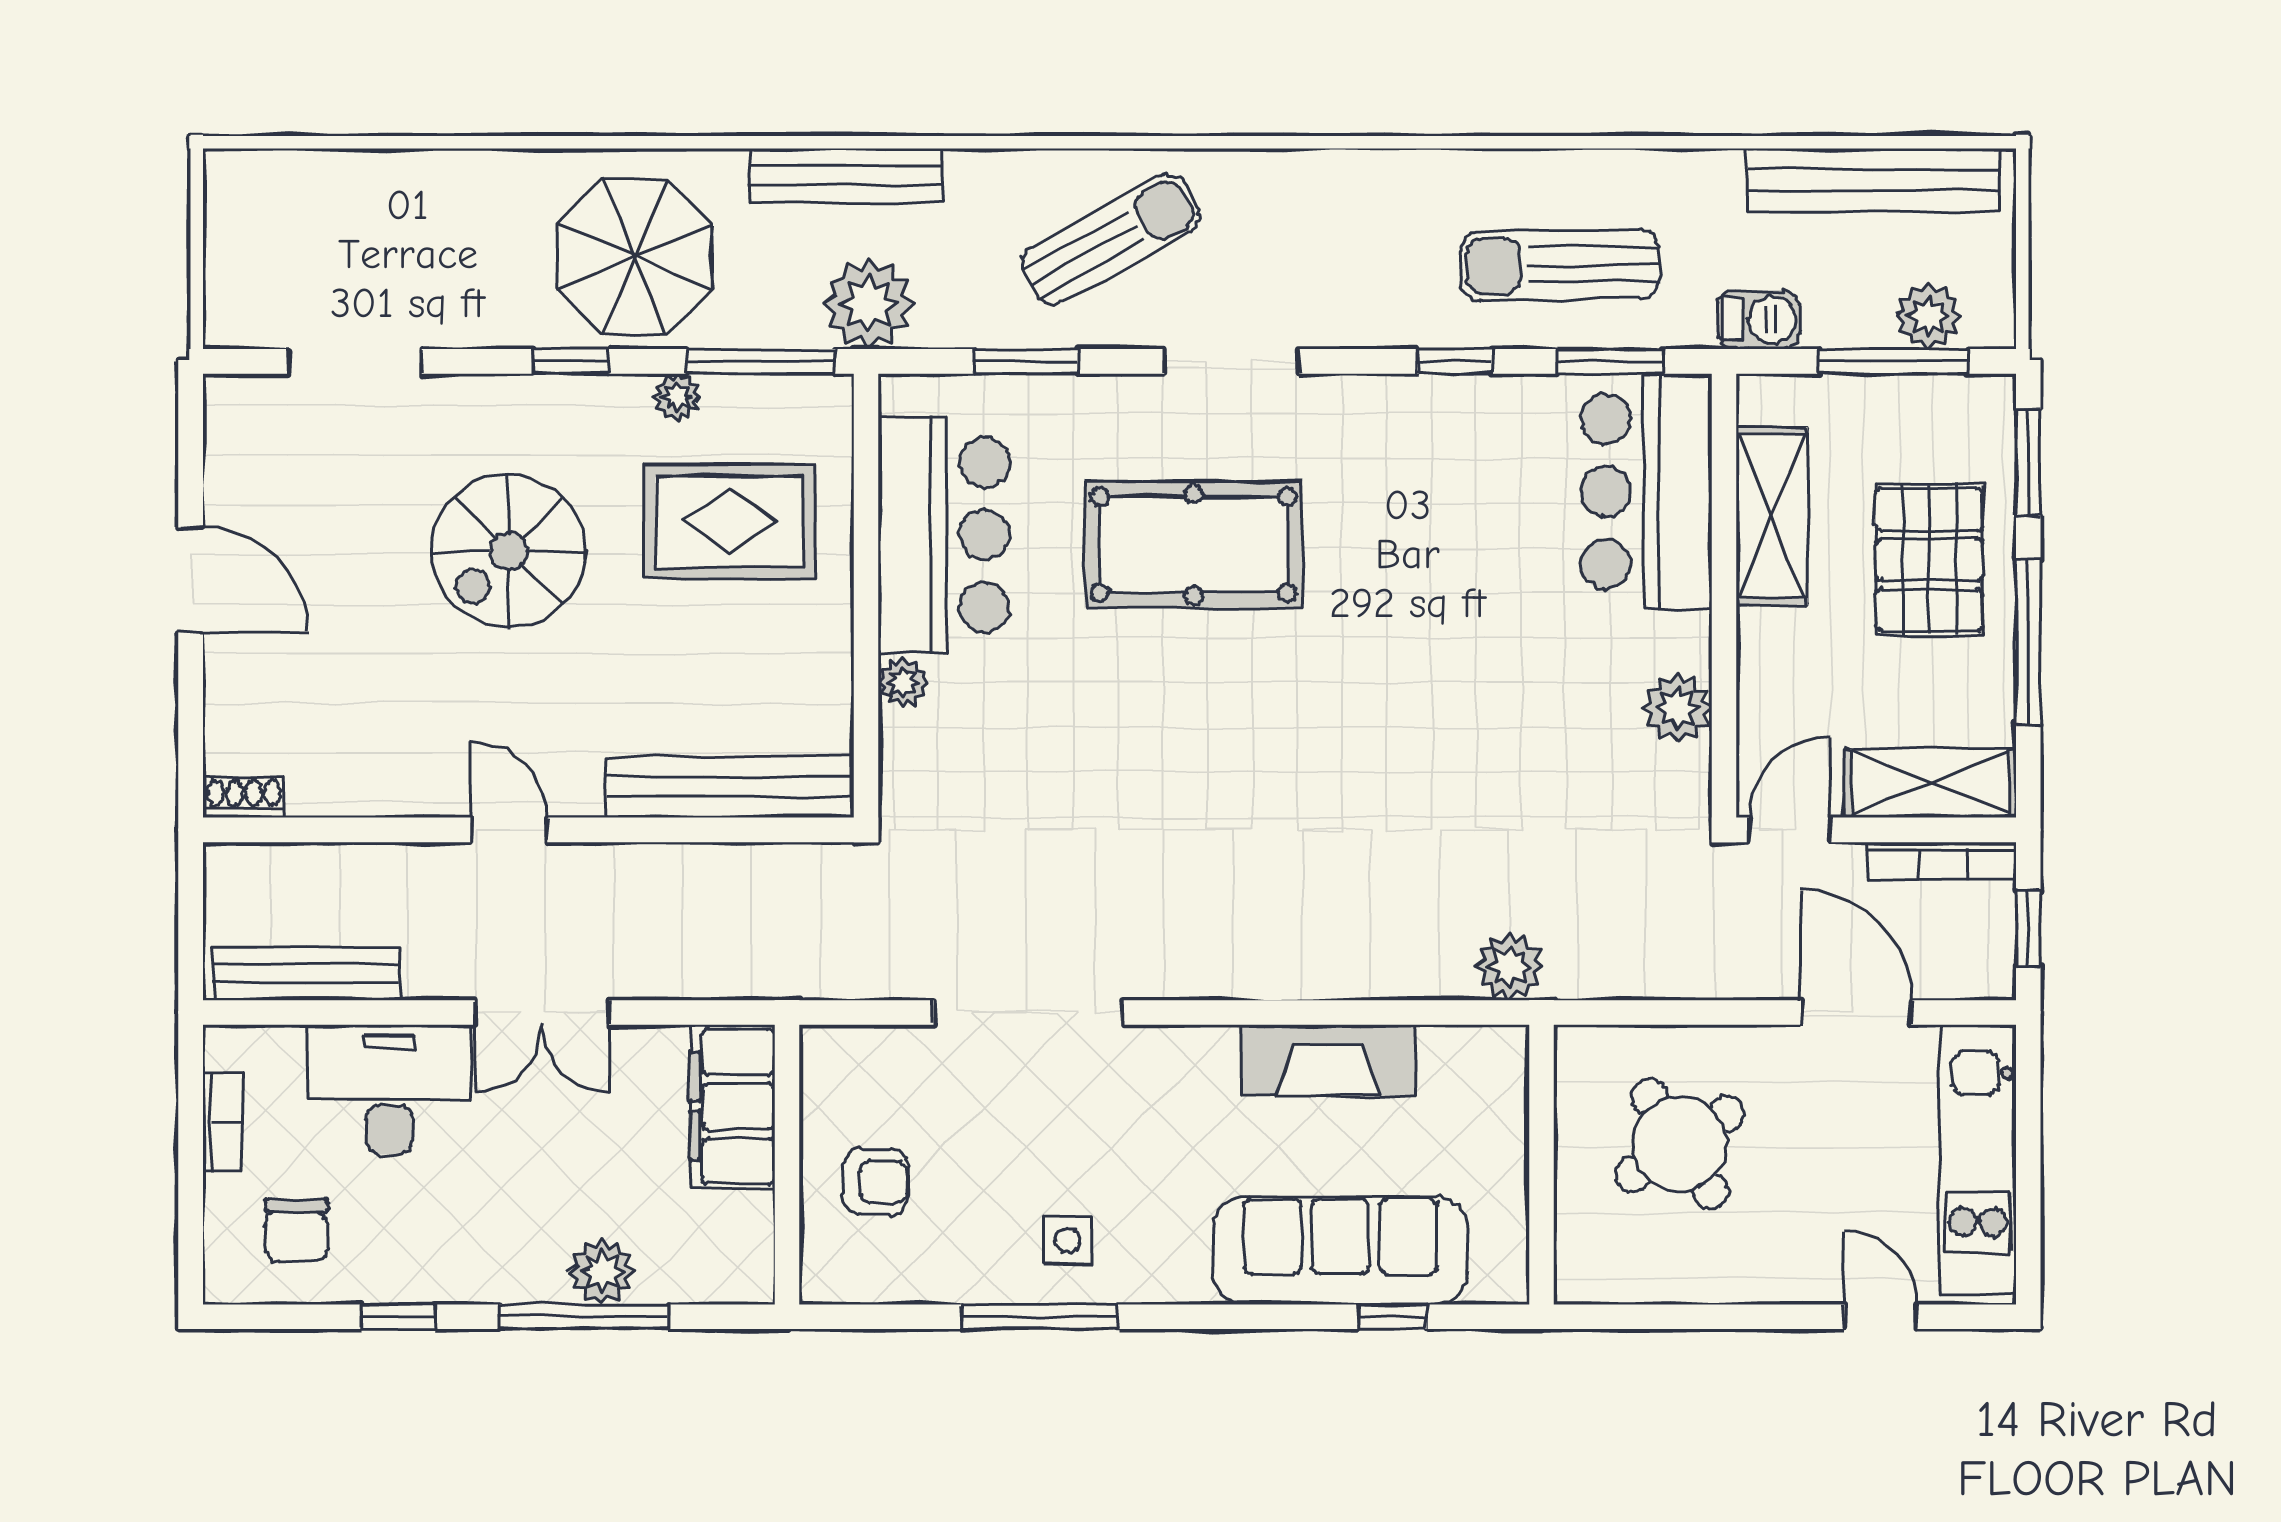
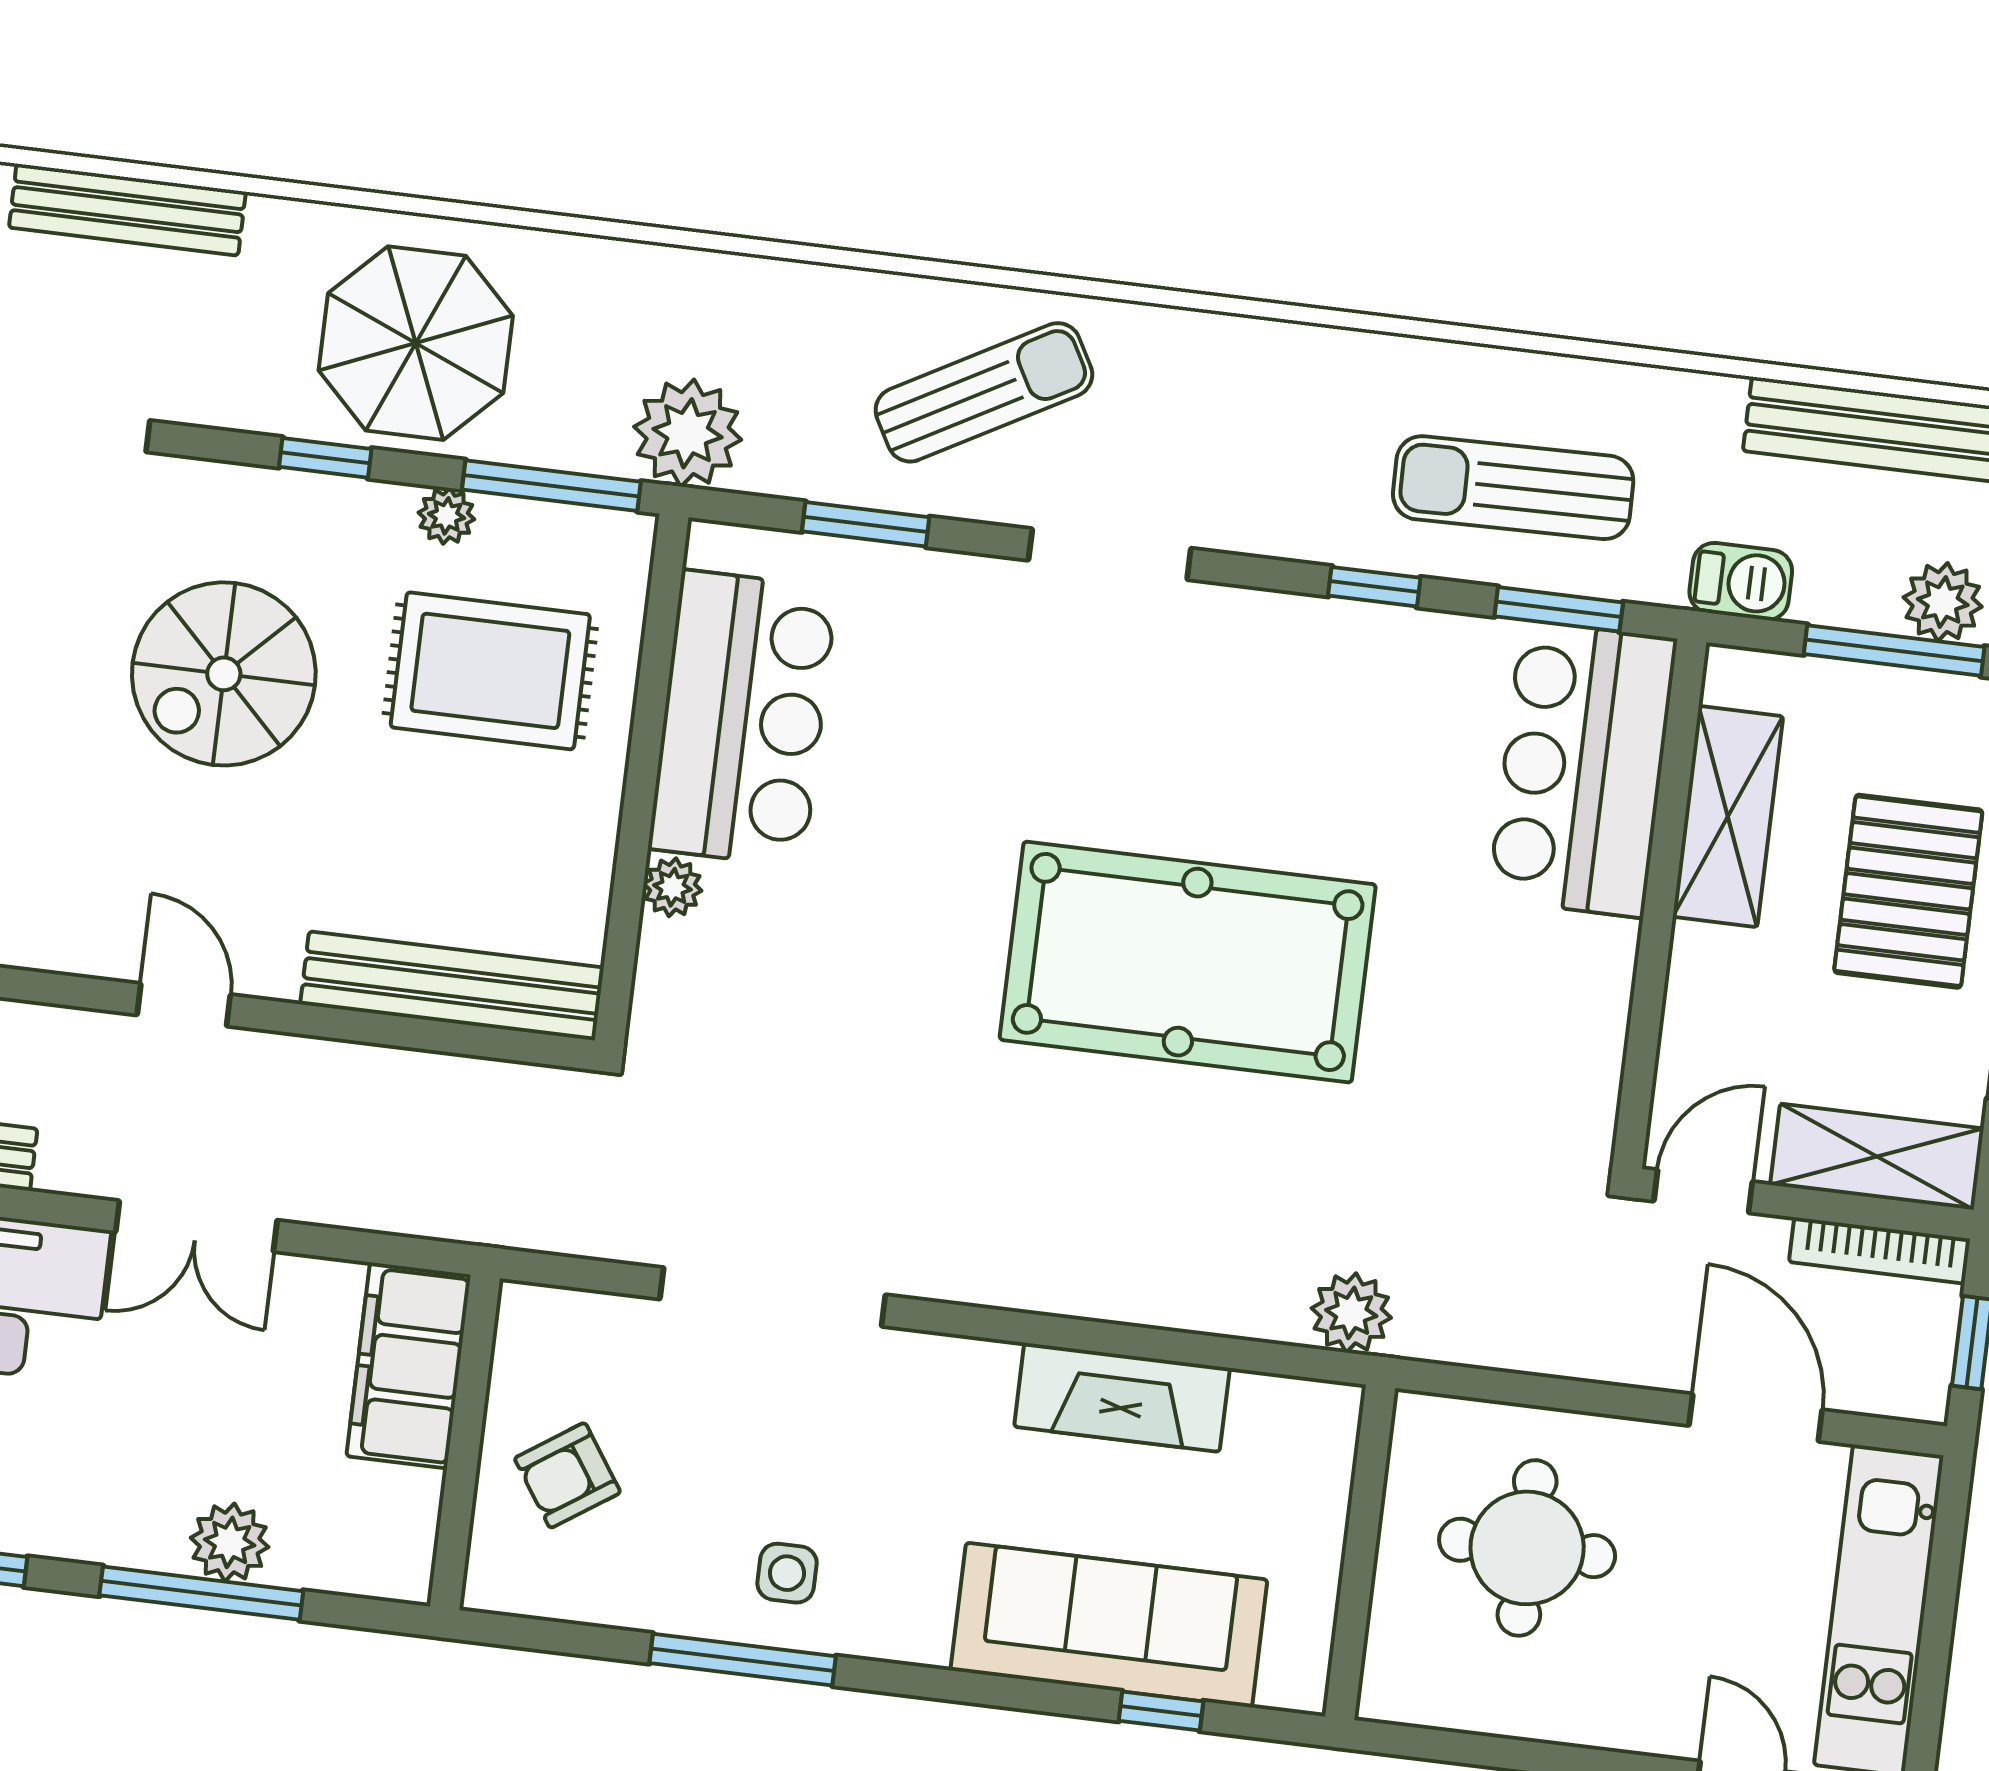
bench: (846, 175) -> (127, 210), moved
pool table: (1194, 545) -> (1188, 962), moved, width x1.36, depth x1.32
plant: (1677, 708) -> (1588, 1030), removed
round table: (1680, 1144) -> (1527, 1548), turned 33
armchair: (875, 1181) -> (567, 1475), turned 144

